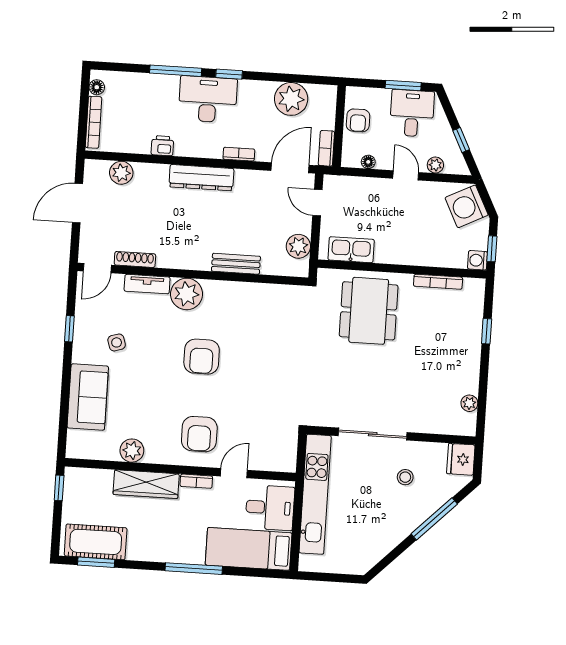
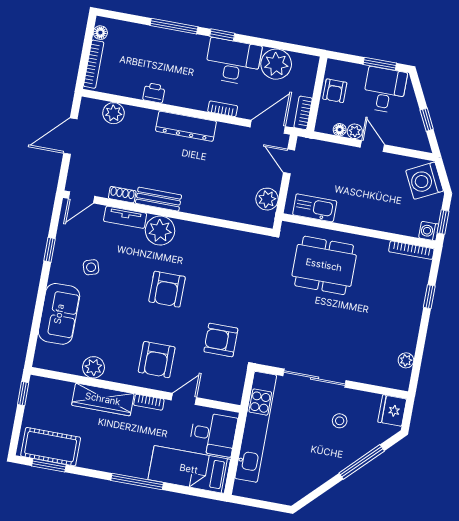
desk: (208, 99) -> (233, 62), moved
plant: (435, 165) -> (355, 131), moved
shoe rack: (135, 259) -> (122, 195), width x0.70
bench: (236, 264) -> (159, 199), moved
bookcase: (438, 282) -> (411, 250), moved
dining table: (369, 311) -> (324, 265), turned 90
armchair: (266, 405) -> (221, 340), added

